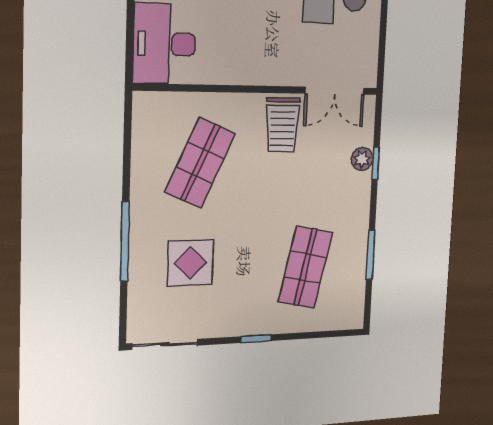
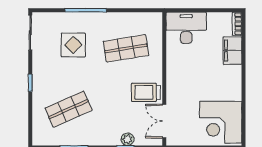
shop shelf: (200, 163) -> (126, 48), turned -33
shop shelf: (305, 267) -> (69, 109), turned -36

